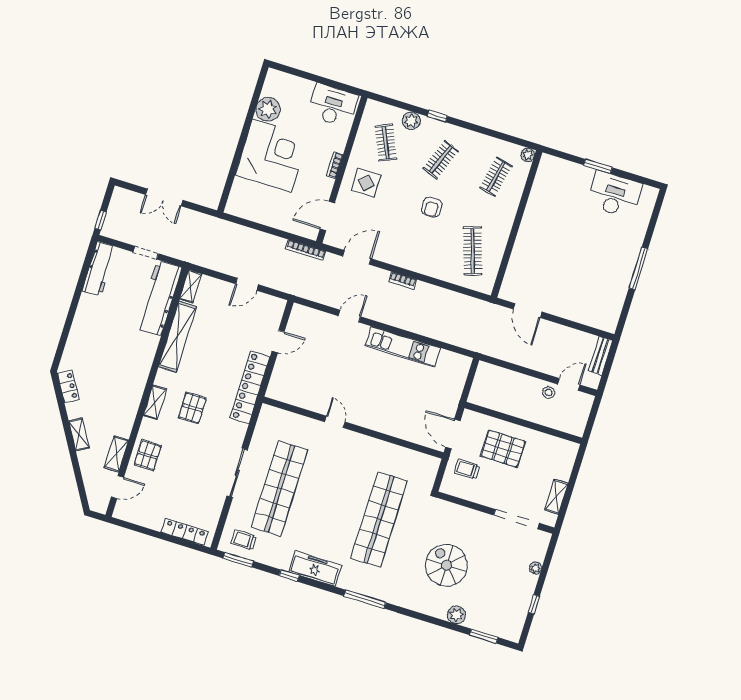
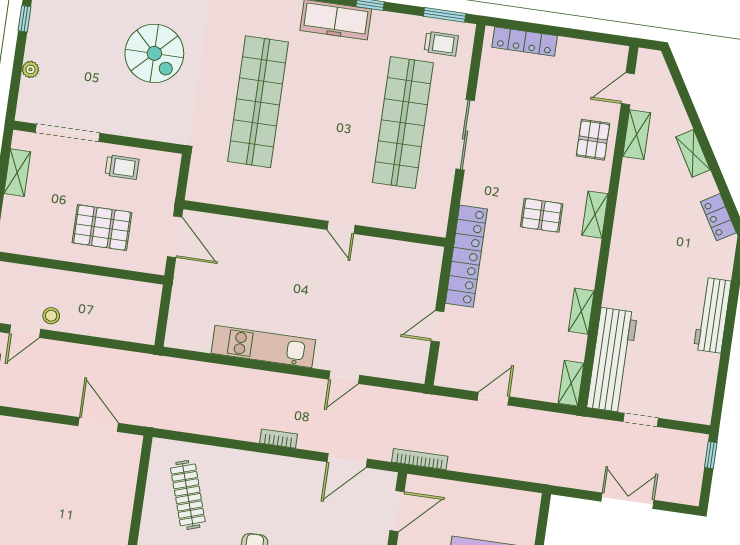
workbench: (99, 269) -> (712, 315), moved
shelving: (177, 337) -> (581, 311), width x0.45, depth x0.75
pallet: (192, 408) -> (542, 215), turned 90
trolley: (467, 469) -> (122, 167), moved

